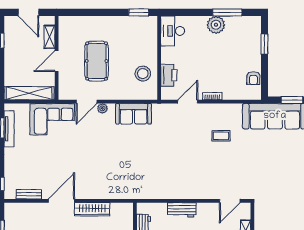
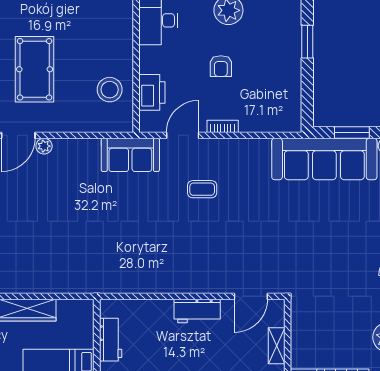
armchair: (253, 78) -> (221, 66), moved
sofa: (133, 114) -> (130, 155), moved
coffee table: (221, 136) -> (202, 189), moved
workbench: (182, 210) -> (197, 311), moved

